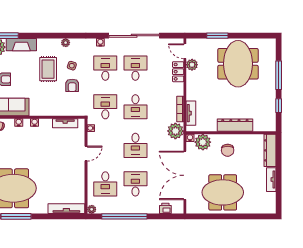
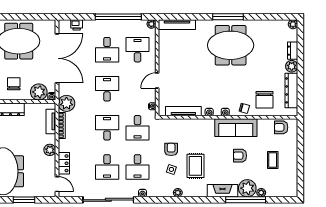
plant: (192, 65) -> (50, 150), moved
tv unit: (65, 123) -> (183, 111), width x1.41

